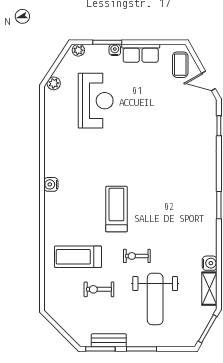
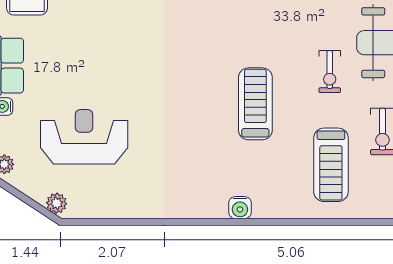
water cooler: (51, 184) -> (240, 208), moved
treadmill: (116, 209) -> (255, 104), turned 90

